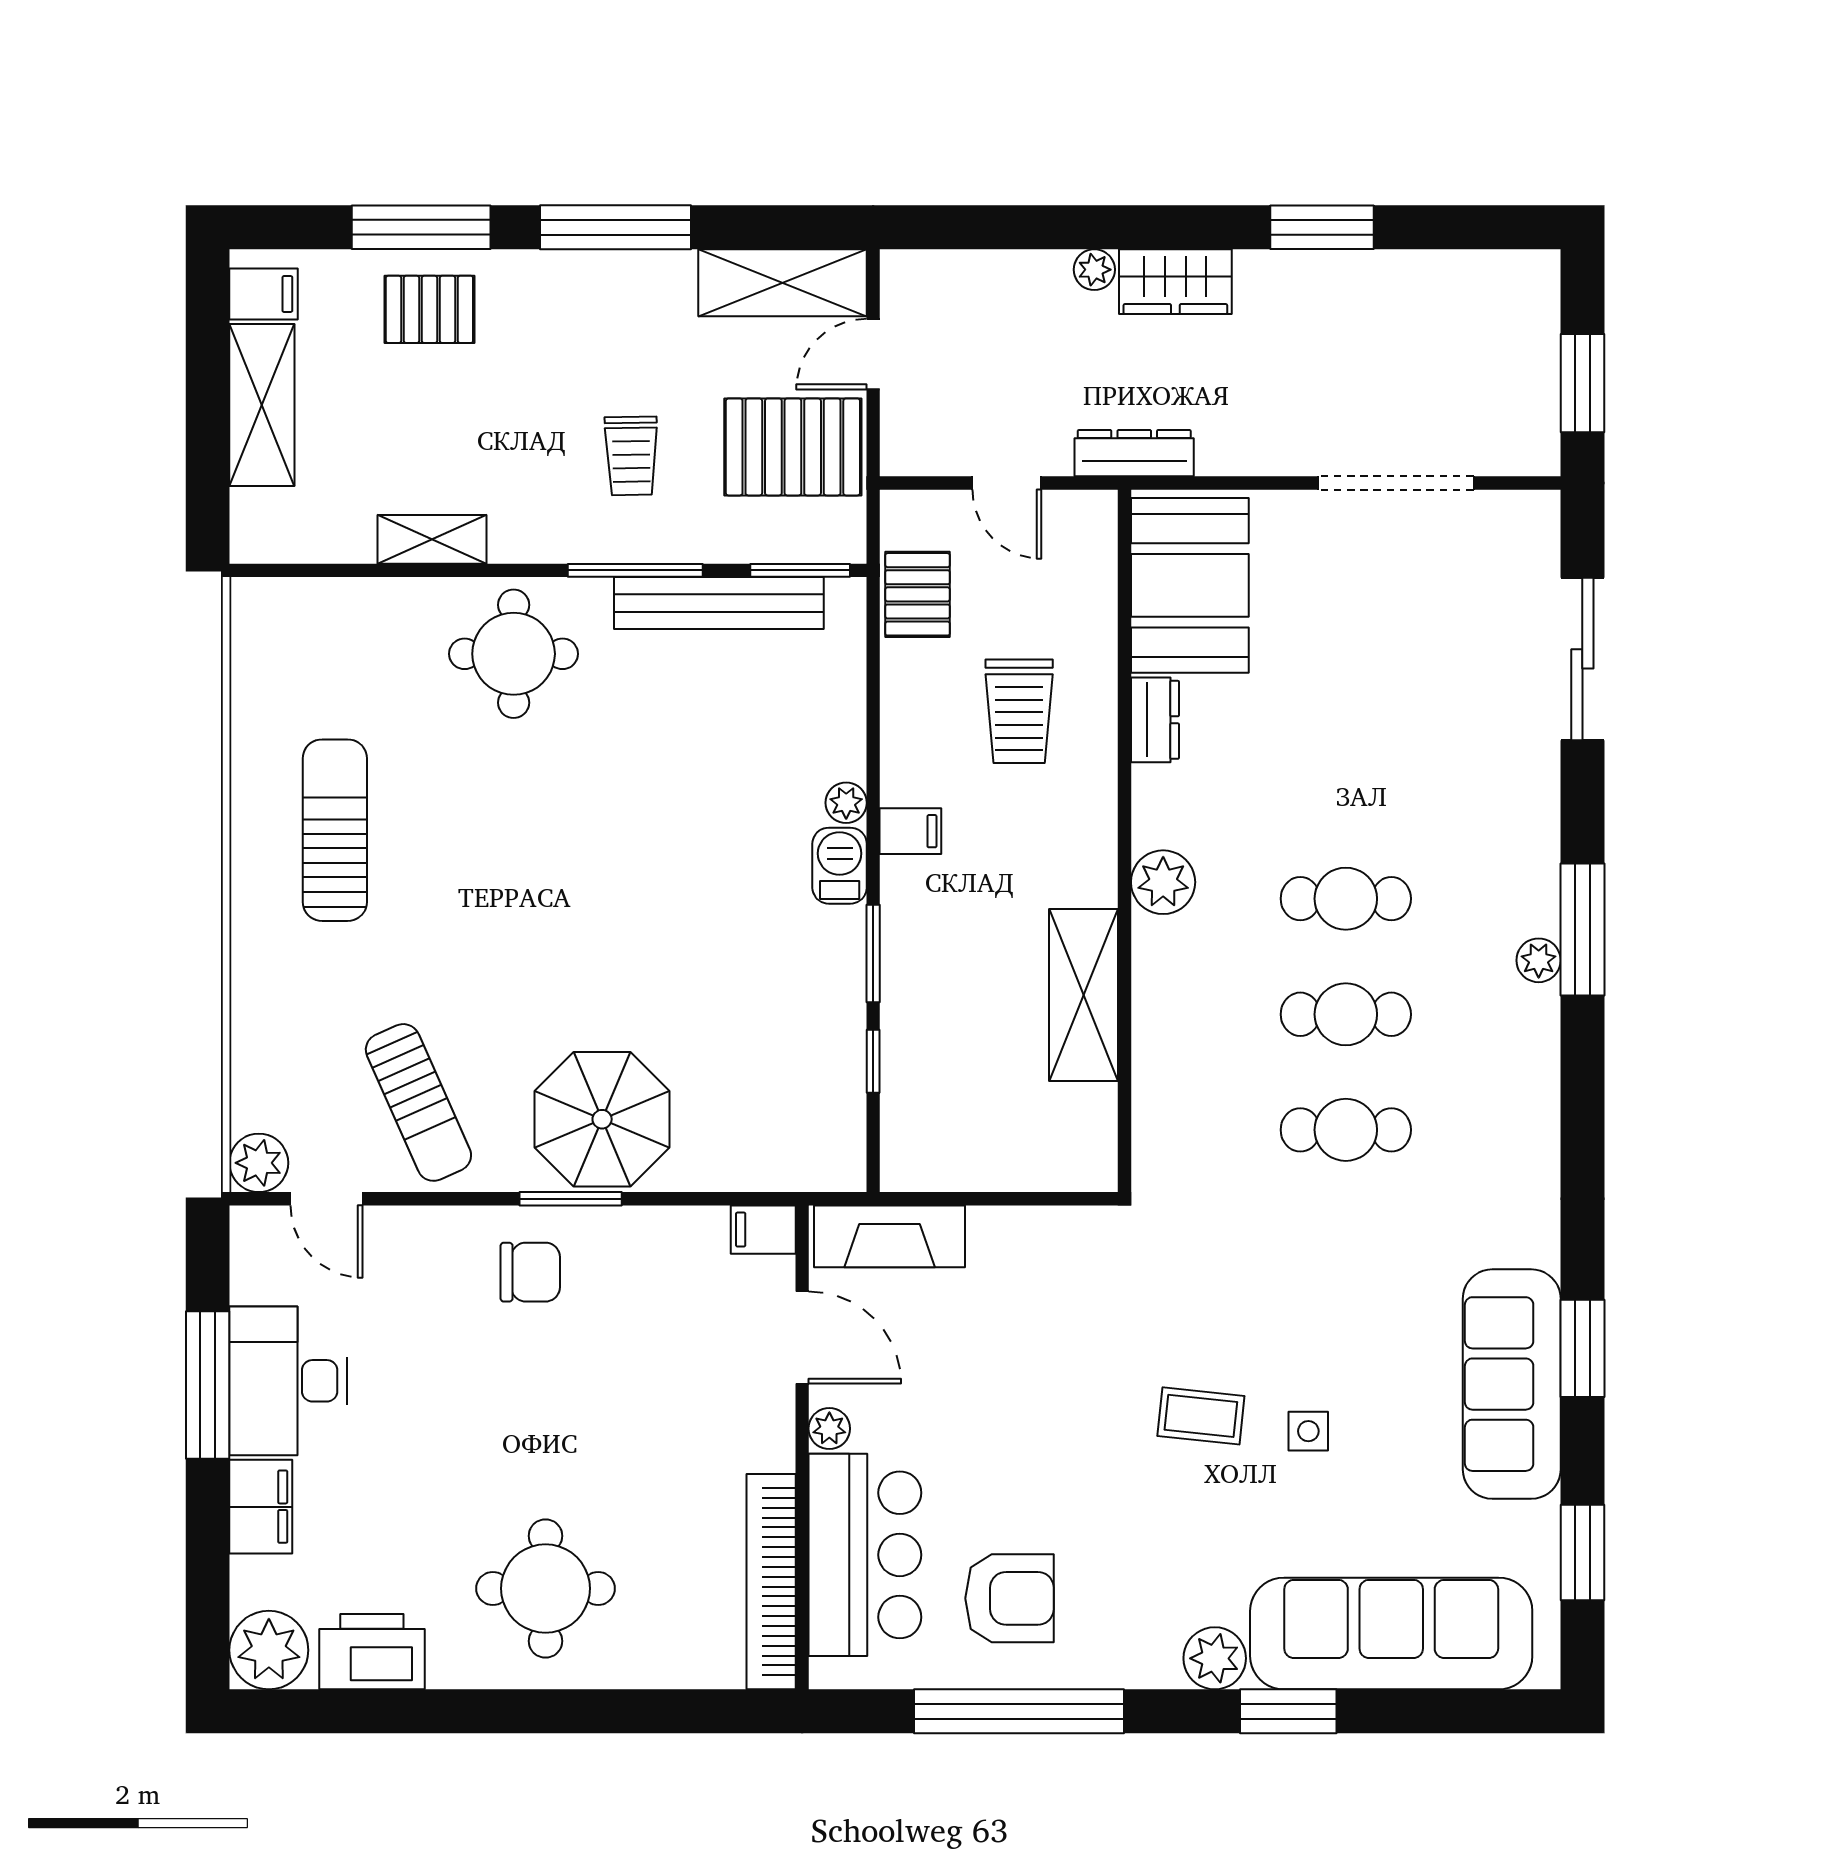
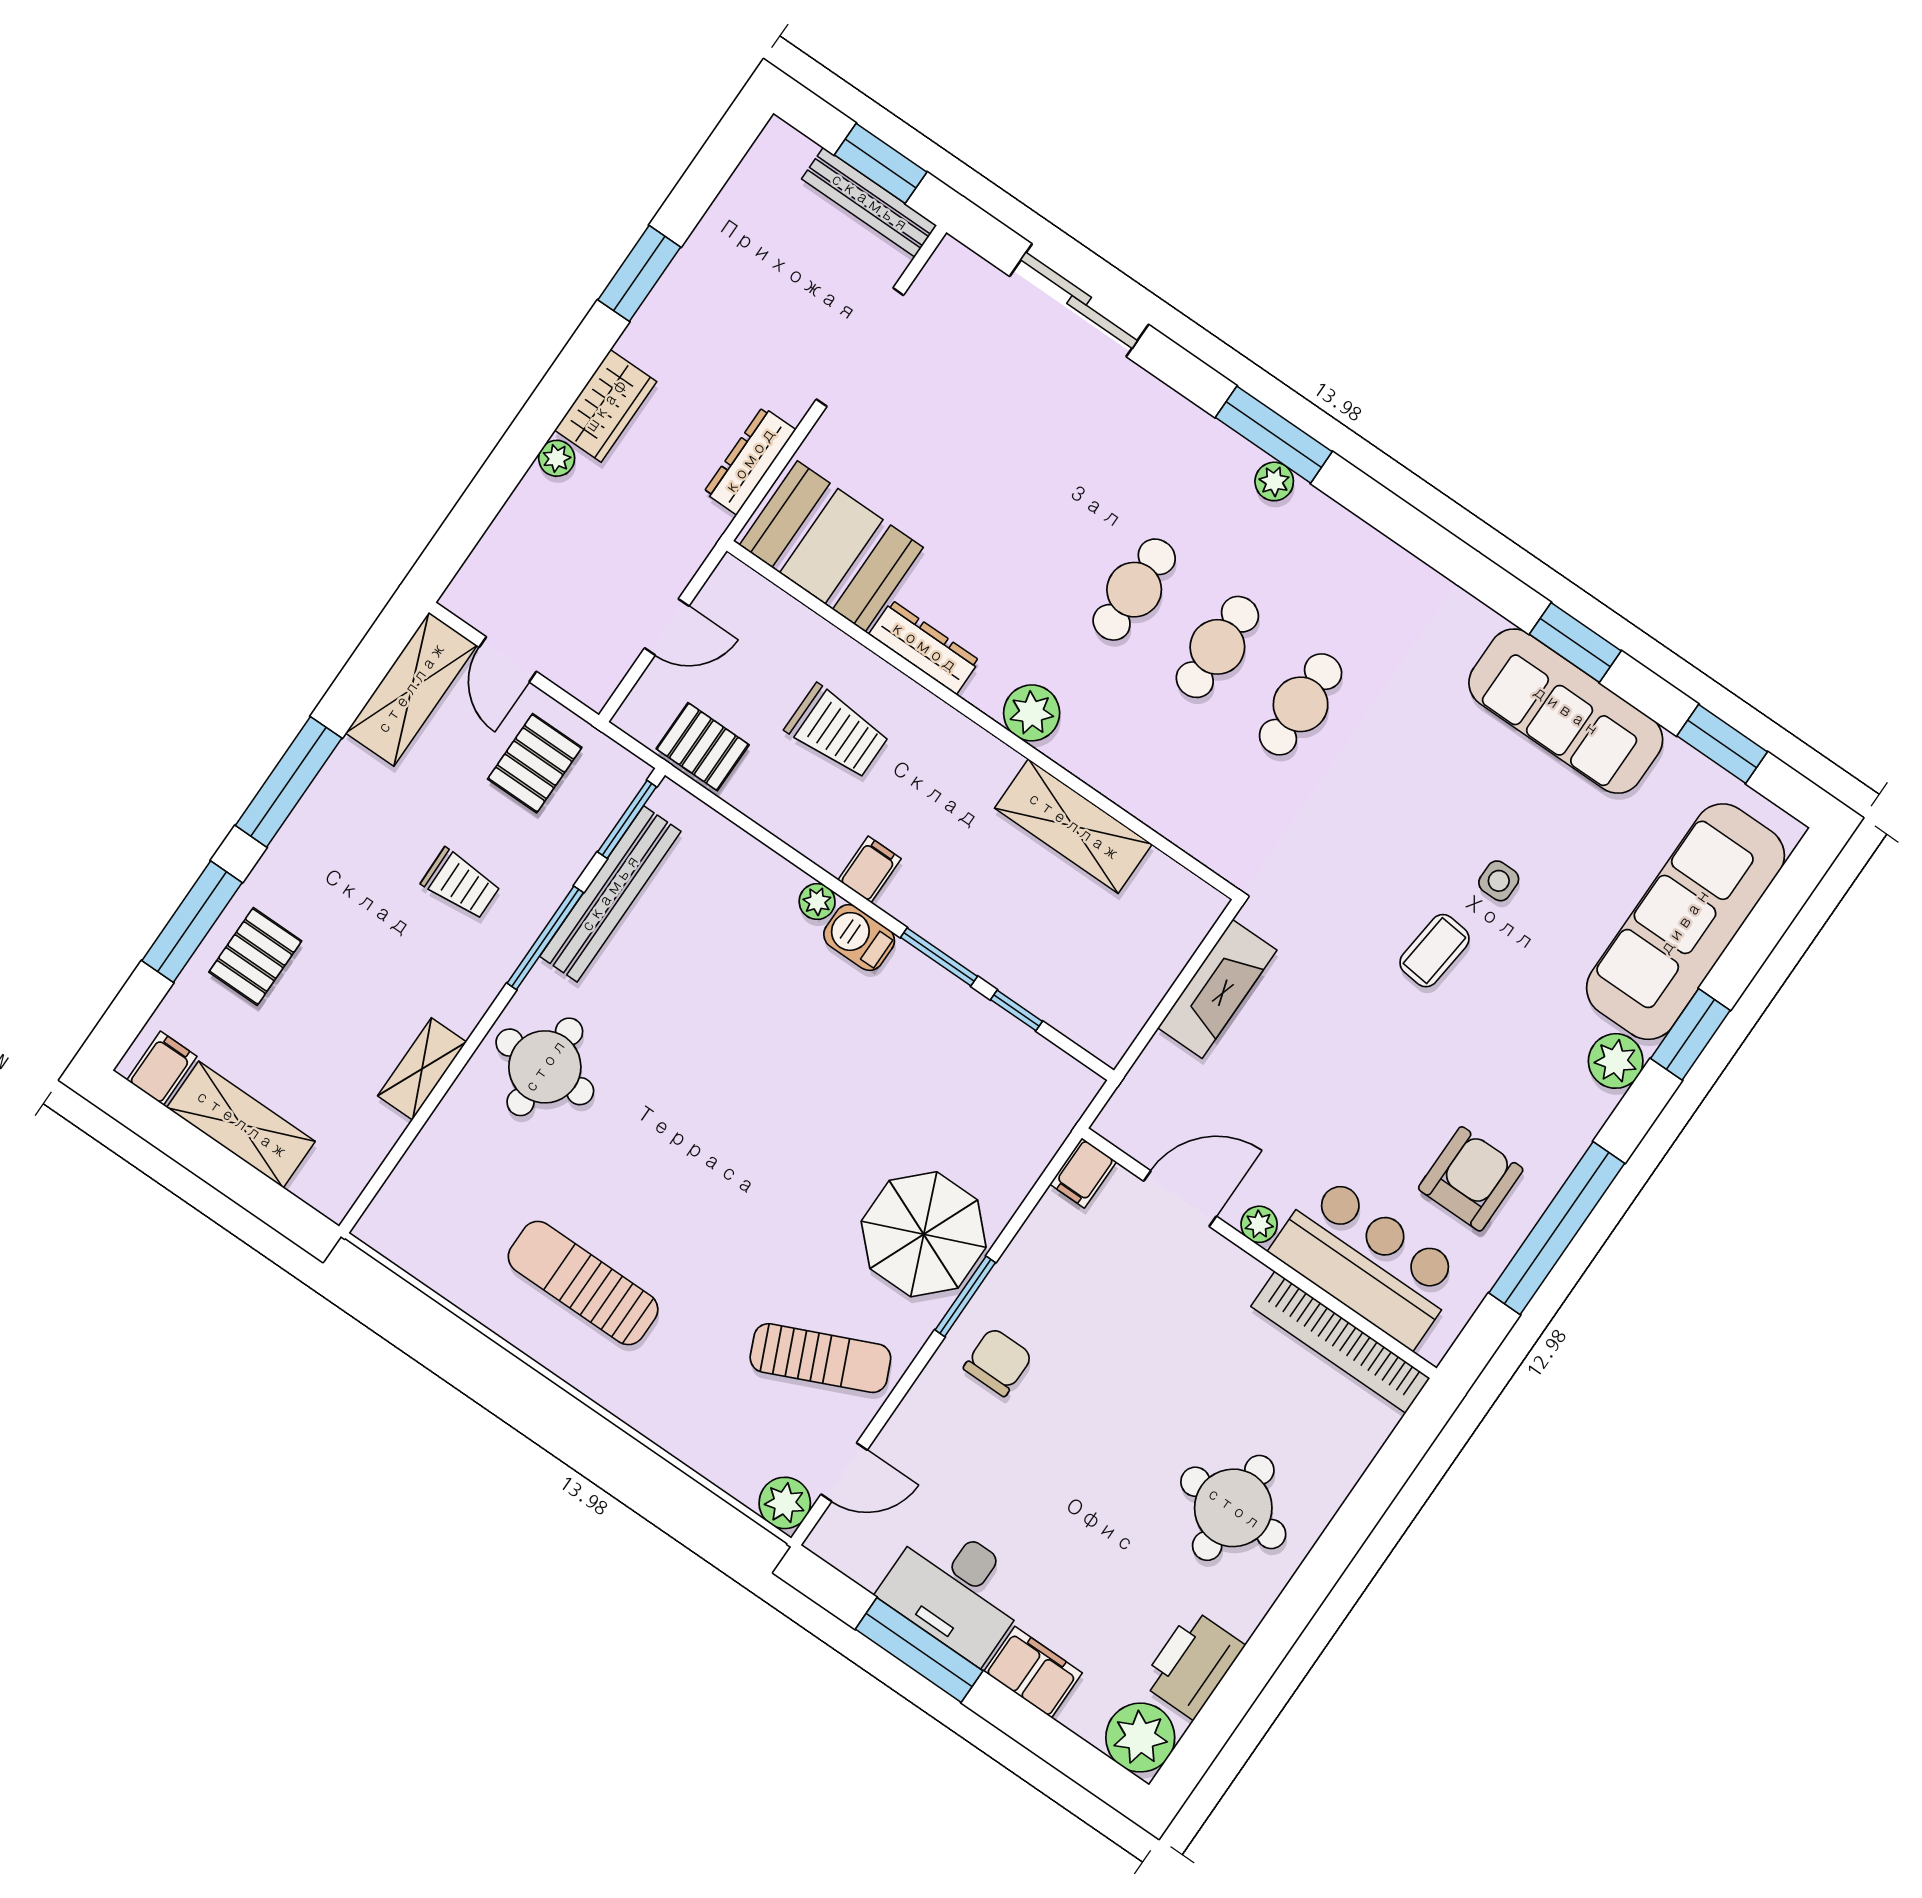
bench: (1538, 398) -> (869, 202), added
pallet: (793, 447) -> (535, 763), width x0.67, depth x0.71
dresser: (1134, 453) -> (750, 461), moved
dresser: (1155, 720) -> (924, 647), width x1.44
fireplace: (890, 1236) -> (1217, 989), moved

